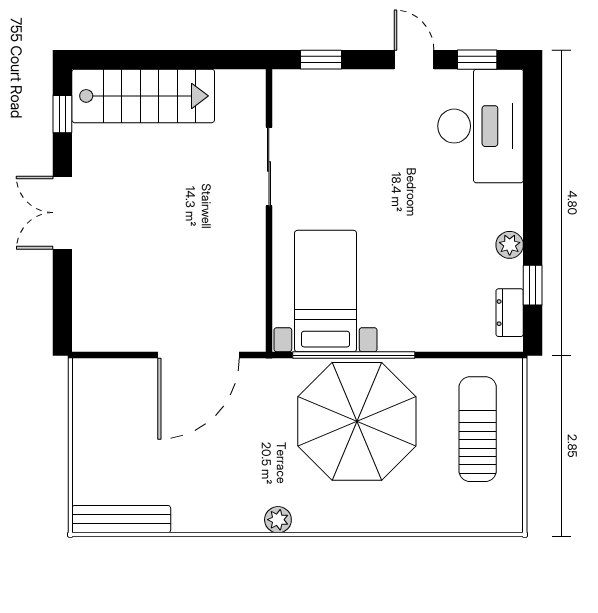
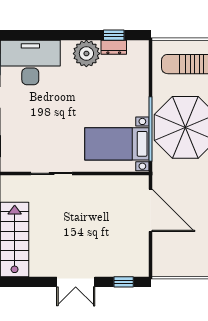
window: (62, 114) -> (124, 282), moved
plant: (510, 245) -> (86, 54), width x1.88, depth x1.88
dresser: (510, 313) -> (114, 47), moved

